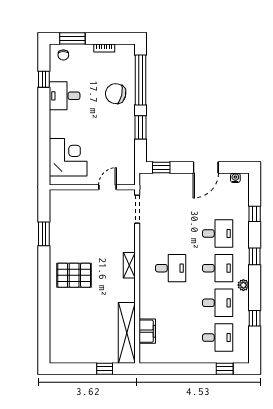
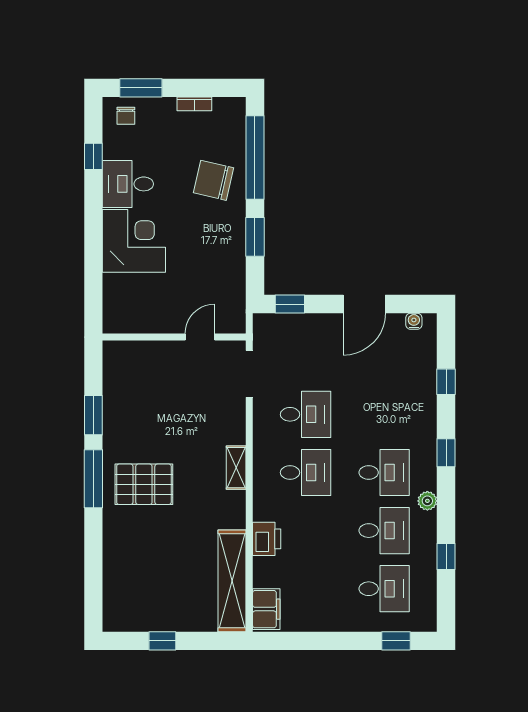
corner desk: (68, 157) -> (134, 241), moved
desk: (218, 233) -> (306, 414), moved
window: (44, 272) -> (93, 479), added
printer: (147, 308) -> (267, 539), added
filing cabinet: (147, 331) -> (266, 609), moved
window: (105, 369) -> (162, 641), moved

